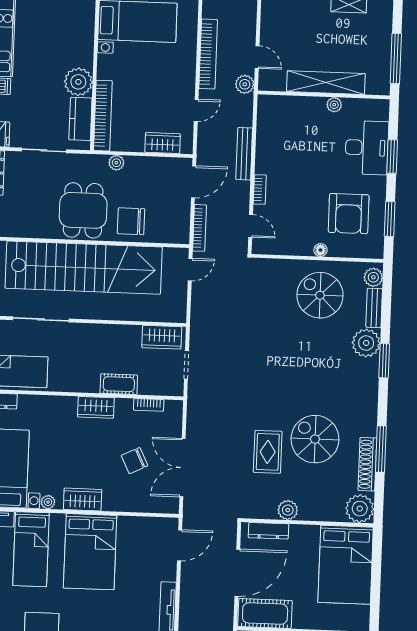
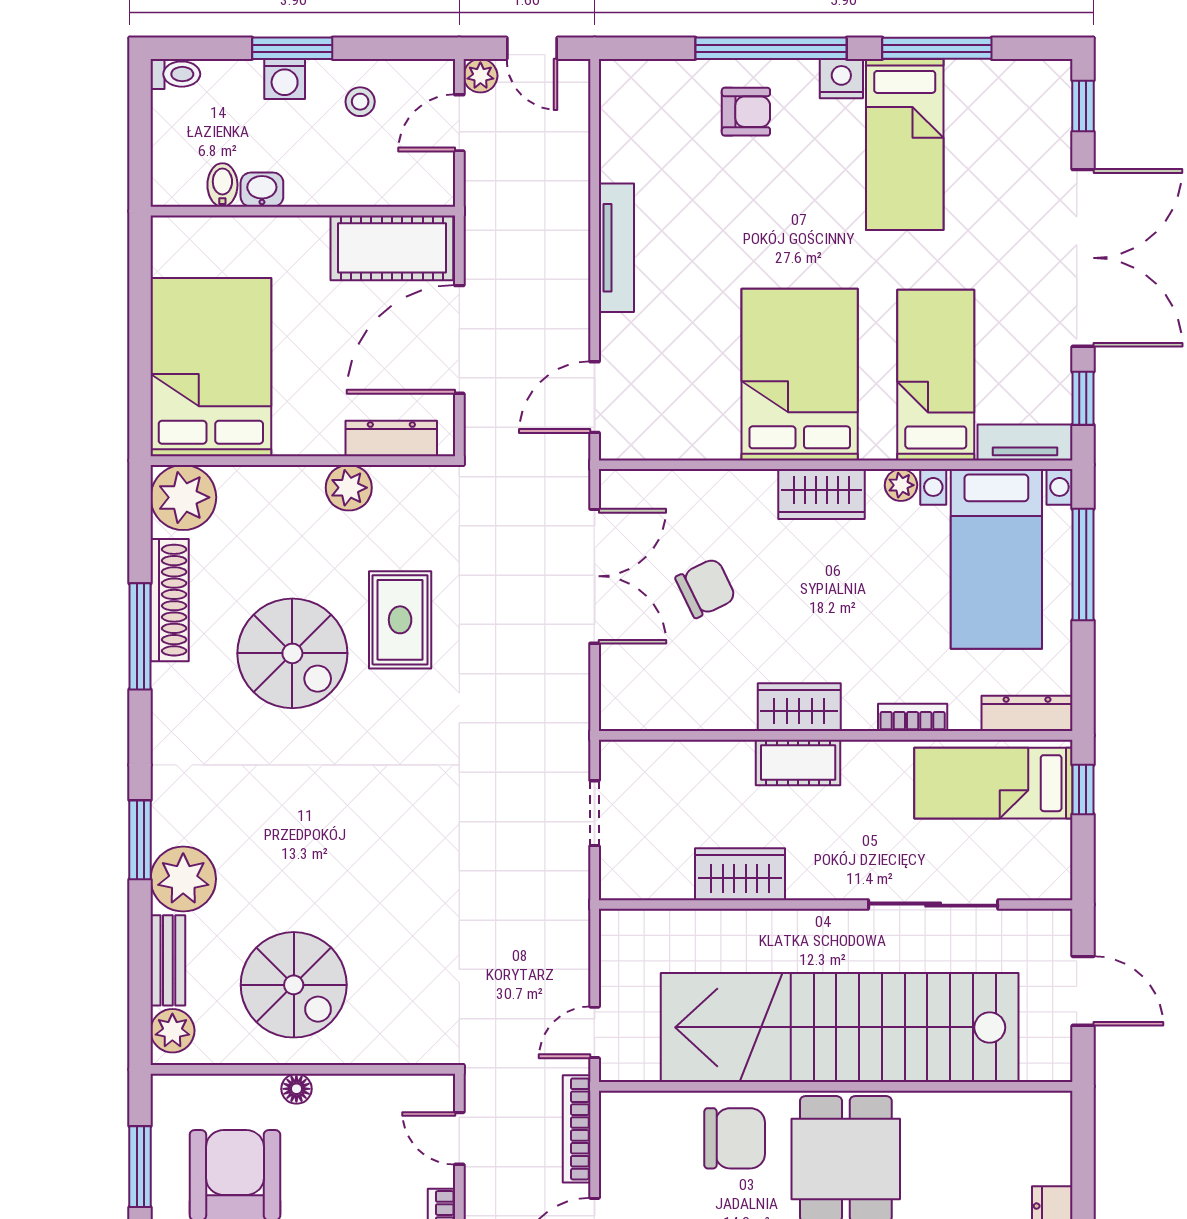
wardrobe: (162, 337) -> (740, 874), moved
cot: (119, 384) -> (798, 762), moved
bookcase: (149, 405) -> (913, 717), moved

